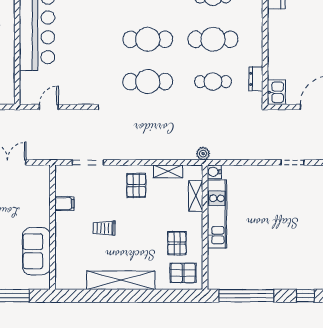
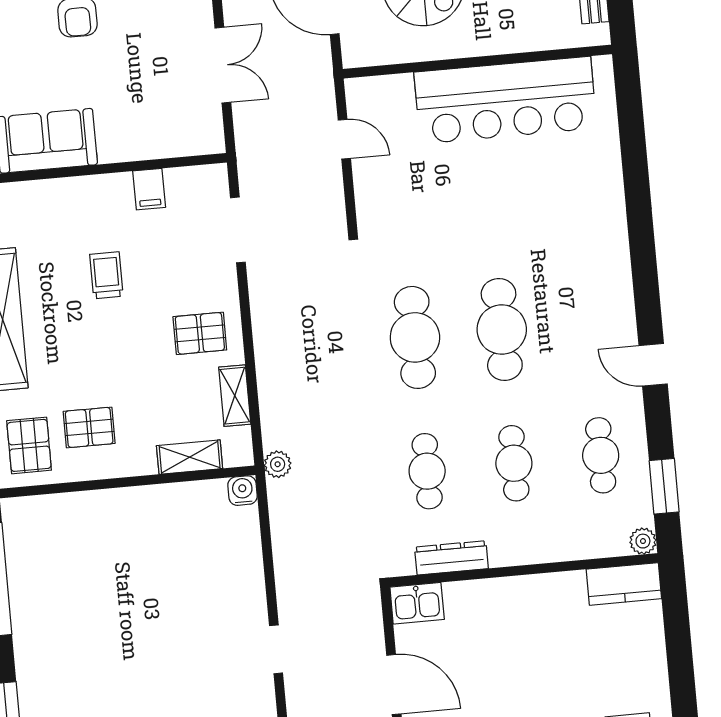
cafe table: (213, 39) -> (514, 463), width x0.73, depth x0.74
dresser: (256, 79) -> (451, 558), width x1.44
kitchen unit: (217, 214) -> (156, 504), removed

